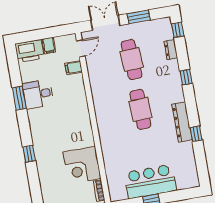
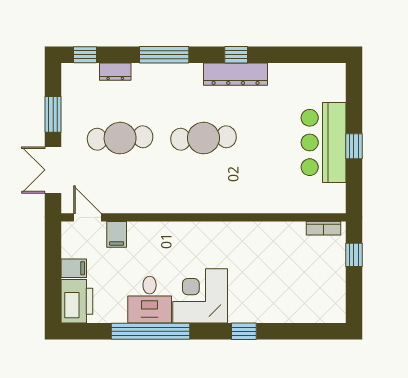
window: (186, 77) -> (164, 55), width x2.17
window: (19, 98) -> (151, 331), width x2.11
window: (196, 134) -> (236, 55), moved
corner desk: (82, 165) -> (200, 296), moved, turned 180

